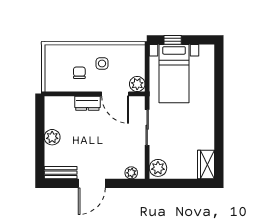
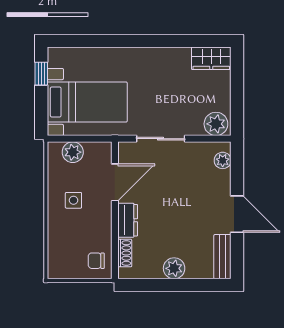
window: (173, 40) -> (41, 74), moved
chair: (79, 73) -> (96, 261), moved
plant: (137, 84) -> (73, 152), moved
shoe rack: (63, 101) -> (125, 253), added

